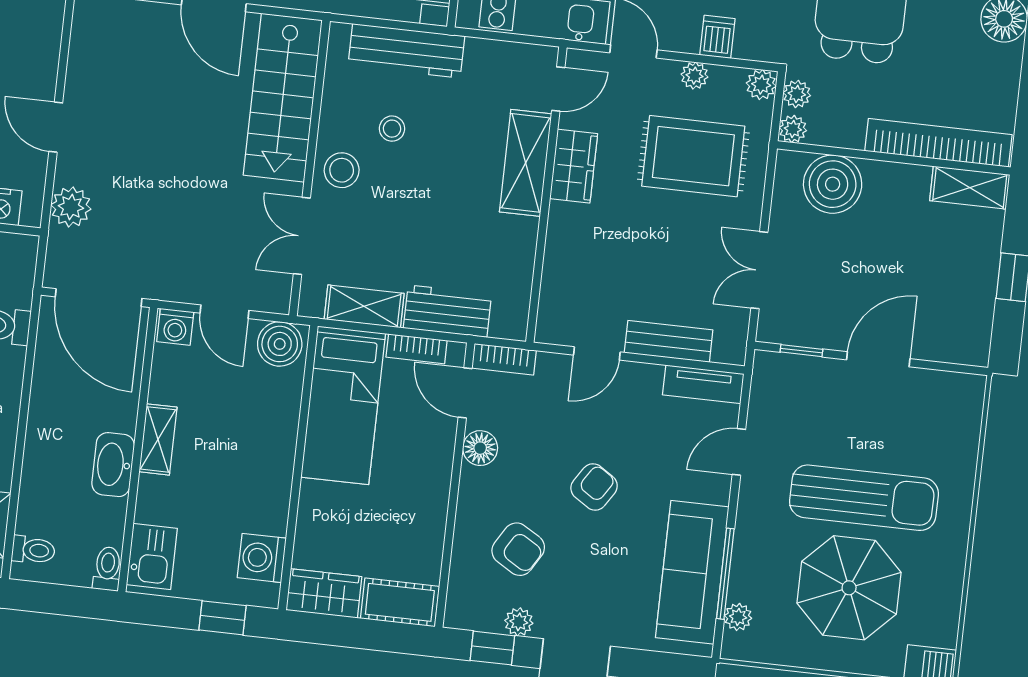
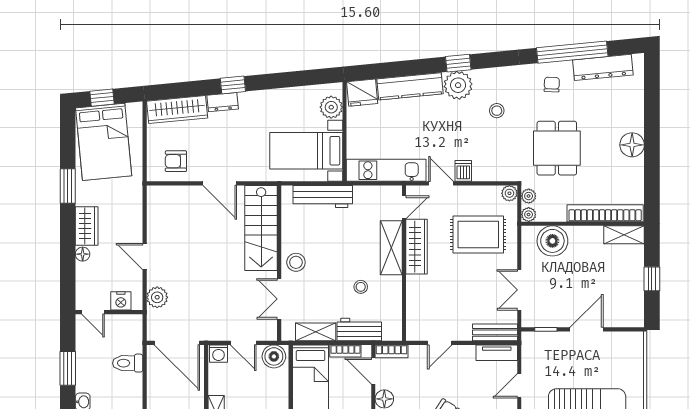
dishwasher: (717, 37) -> (463, 171), moved
plant: (694, 76) -> (474, 192), removed
stool: (392, 129) -> (361, 287), moved
wardrobe: (574, 166) -> (417, 247), width x1.50
bench: (669, 341) -> (495, 332), moved

